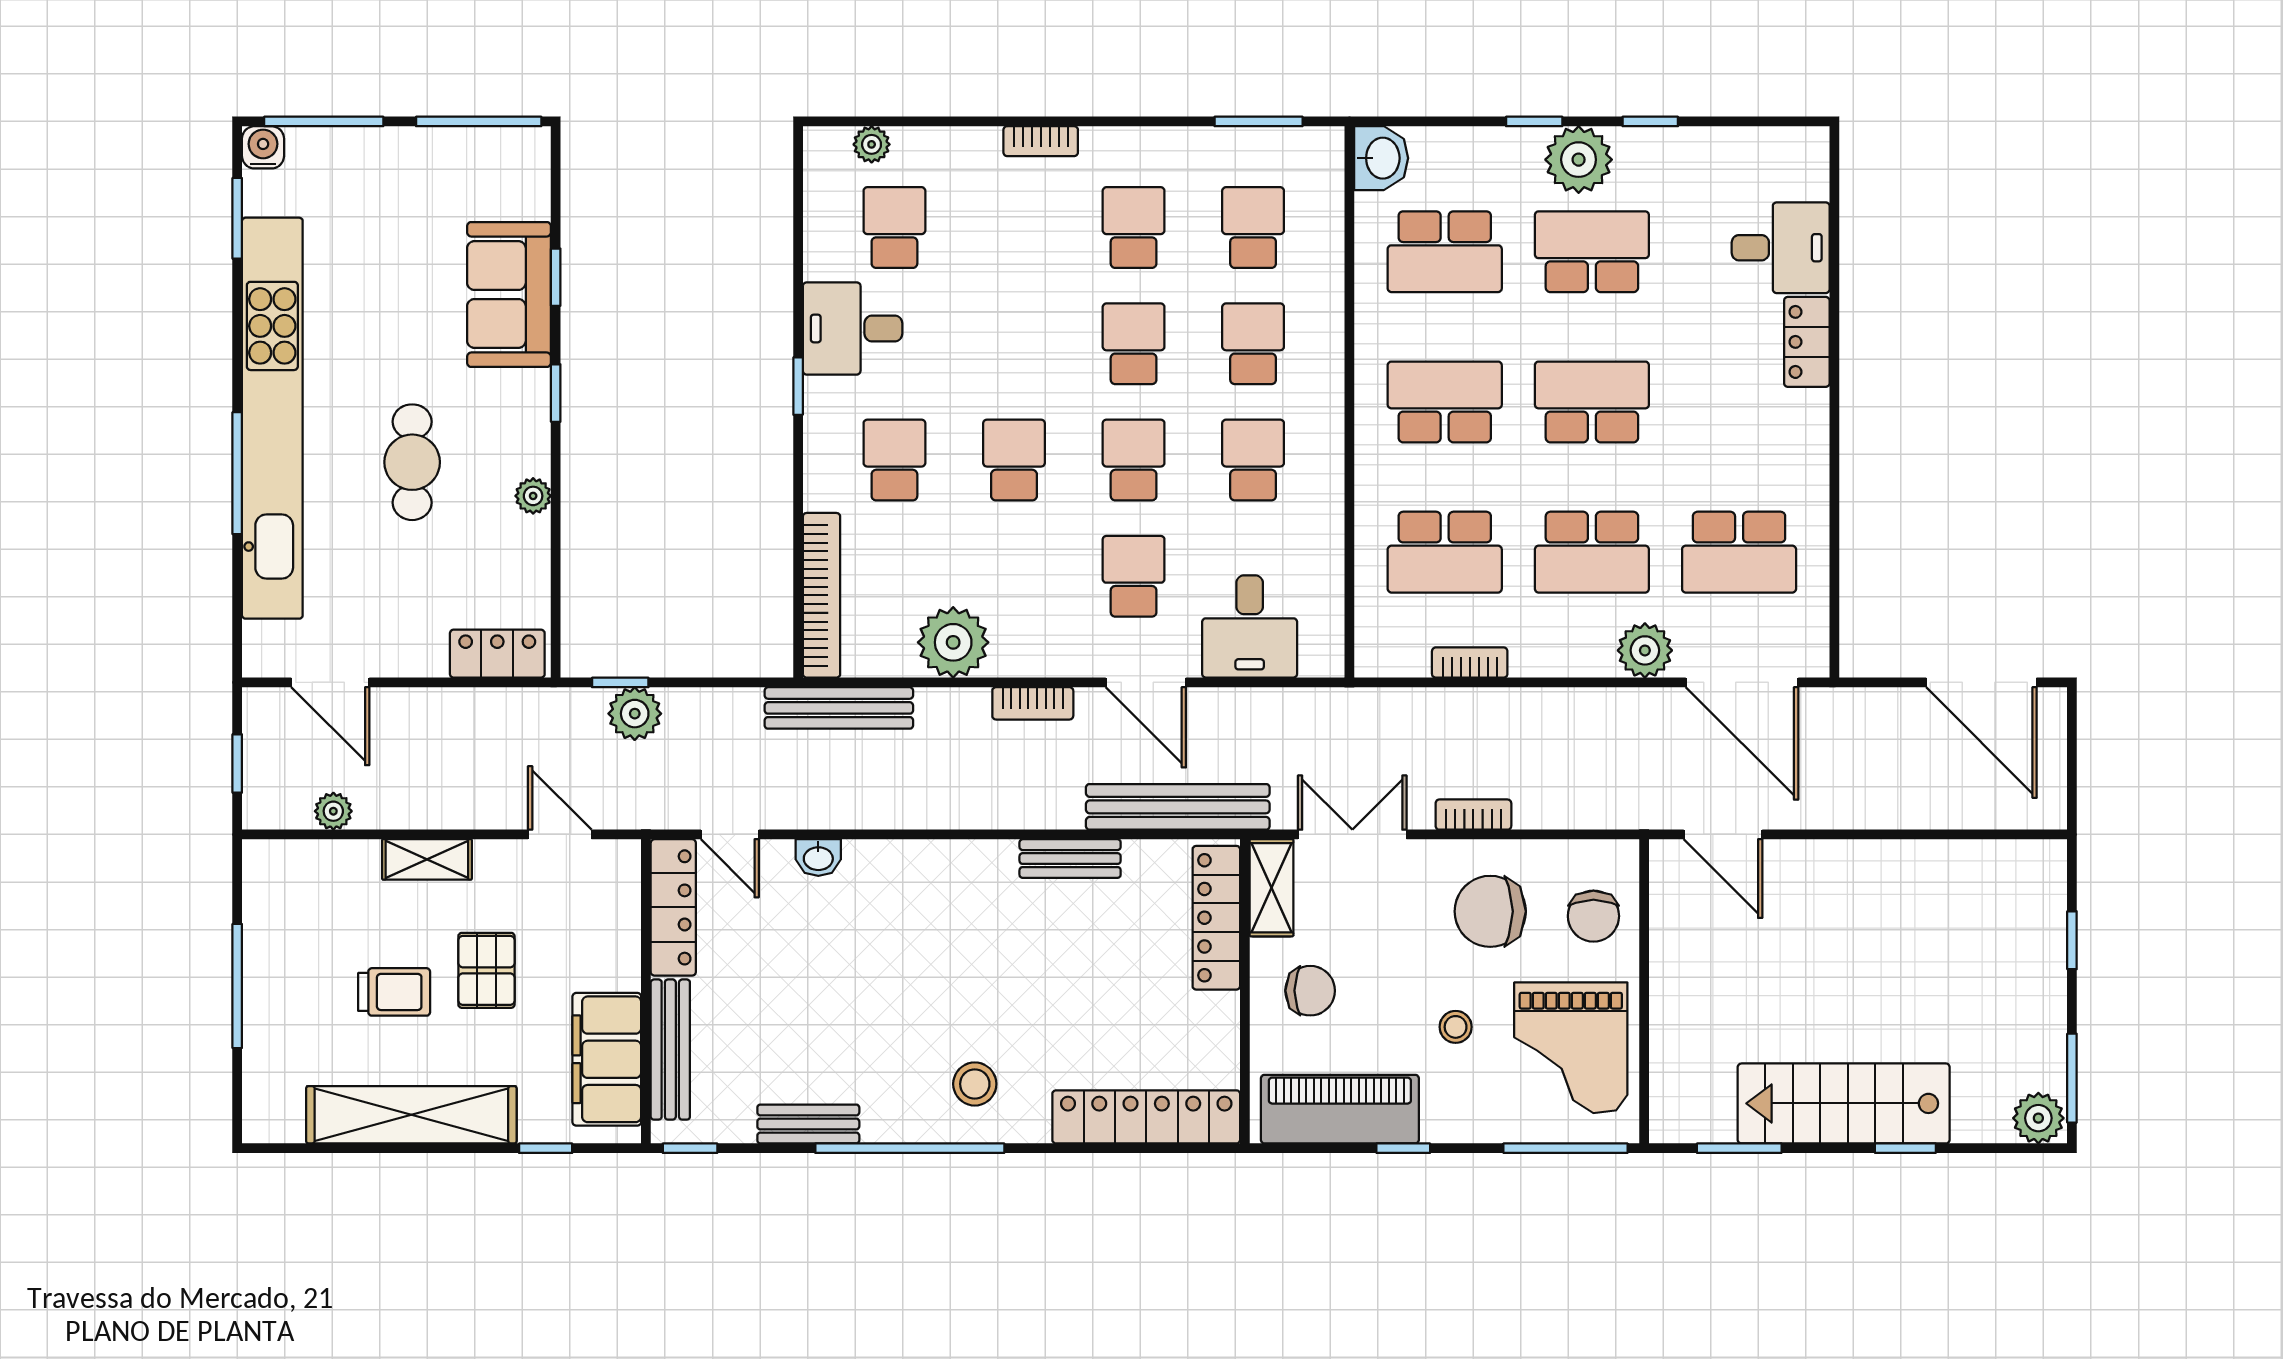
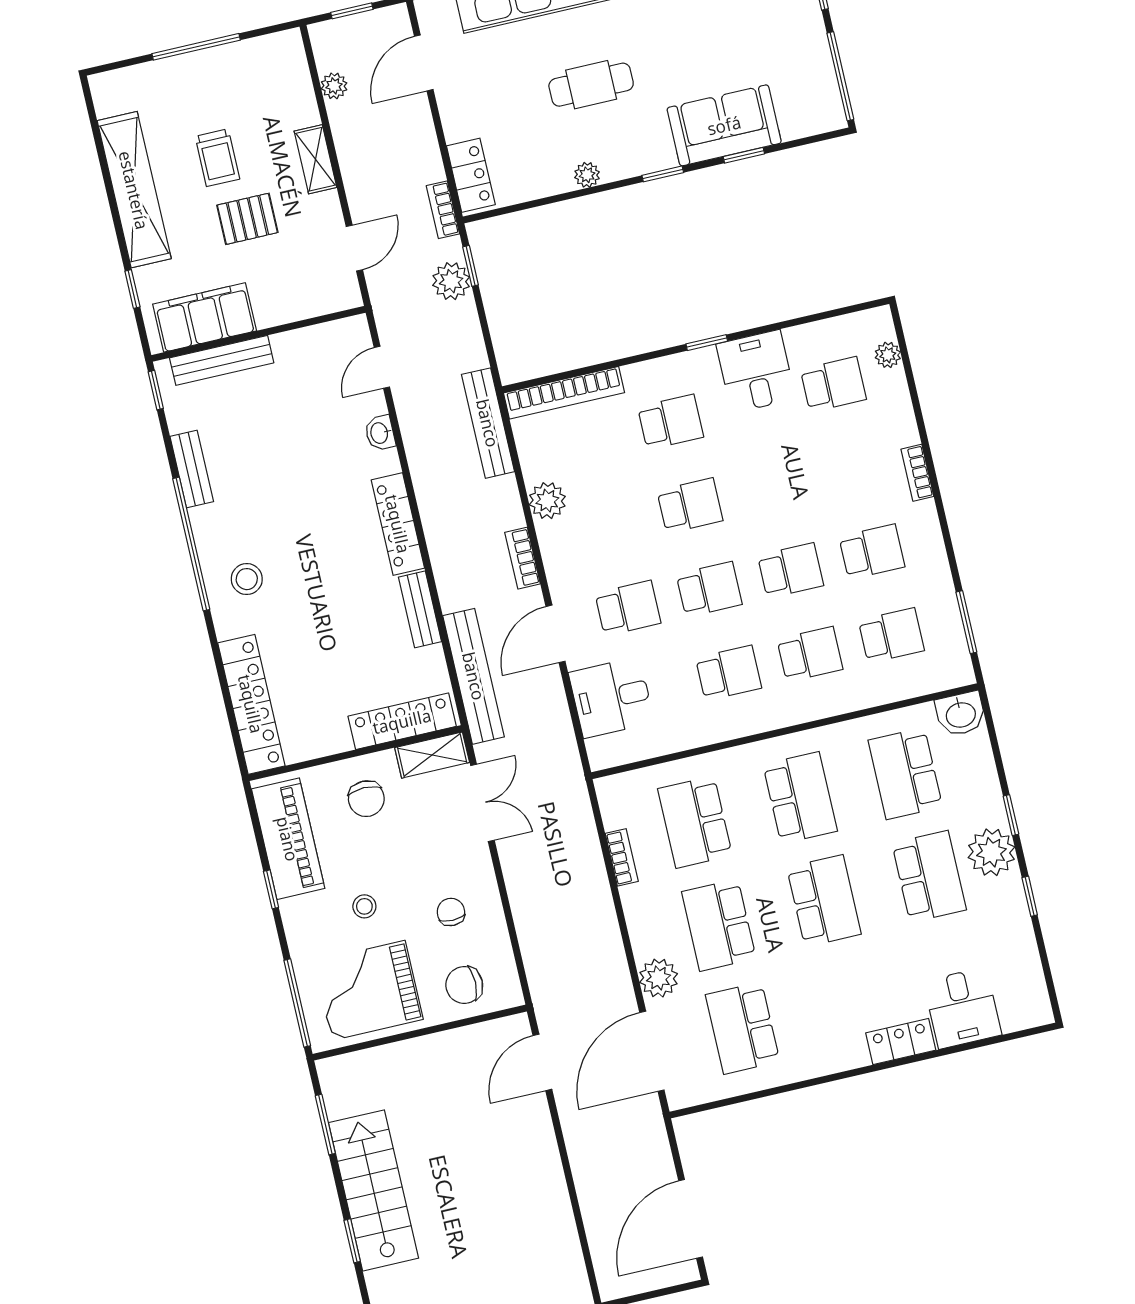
plant: (953, 642) -> (547, 501), width x0.73, depth x0.73
bookcase: (1473, 815) -> (443, 210), moved, turned 180
locker: (673, 907) -> (398, 524), moved, turned 90
chair: (1490, 911) -> (451, 912), width x0.54, depth x0.54

